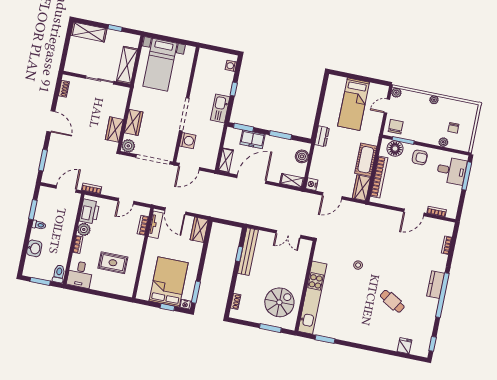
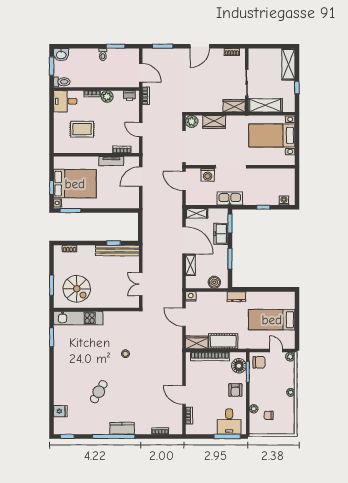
kitchen sink: (220, 108) -> (230, 198), moved
wardrobe: (114, 130) -> (234, 106), moved
shelving: (292, 181) -> (190, 265), moved
printer: (89, 211) -> (129, 96), width x0.53, depth x0.68
tv unit: (156, 225) -> (111, 161), moved
wardrobe: (199, 230) -> (128, 202), removed
washbasin: (34, 248) -> (61, 55), moved
rug: (113, 263) -> (82, 129), turned 90
kitchen unit: (312, 298) -> (78, 318), width x0.73

